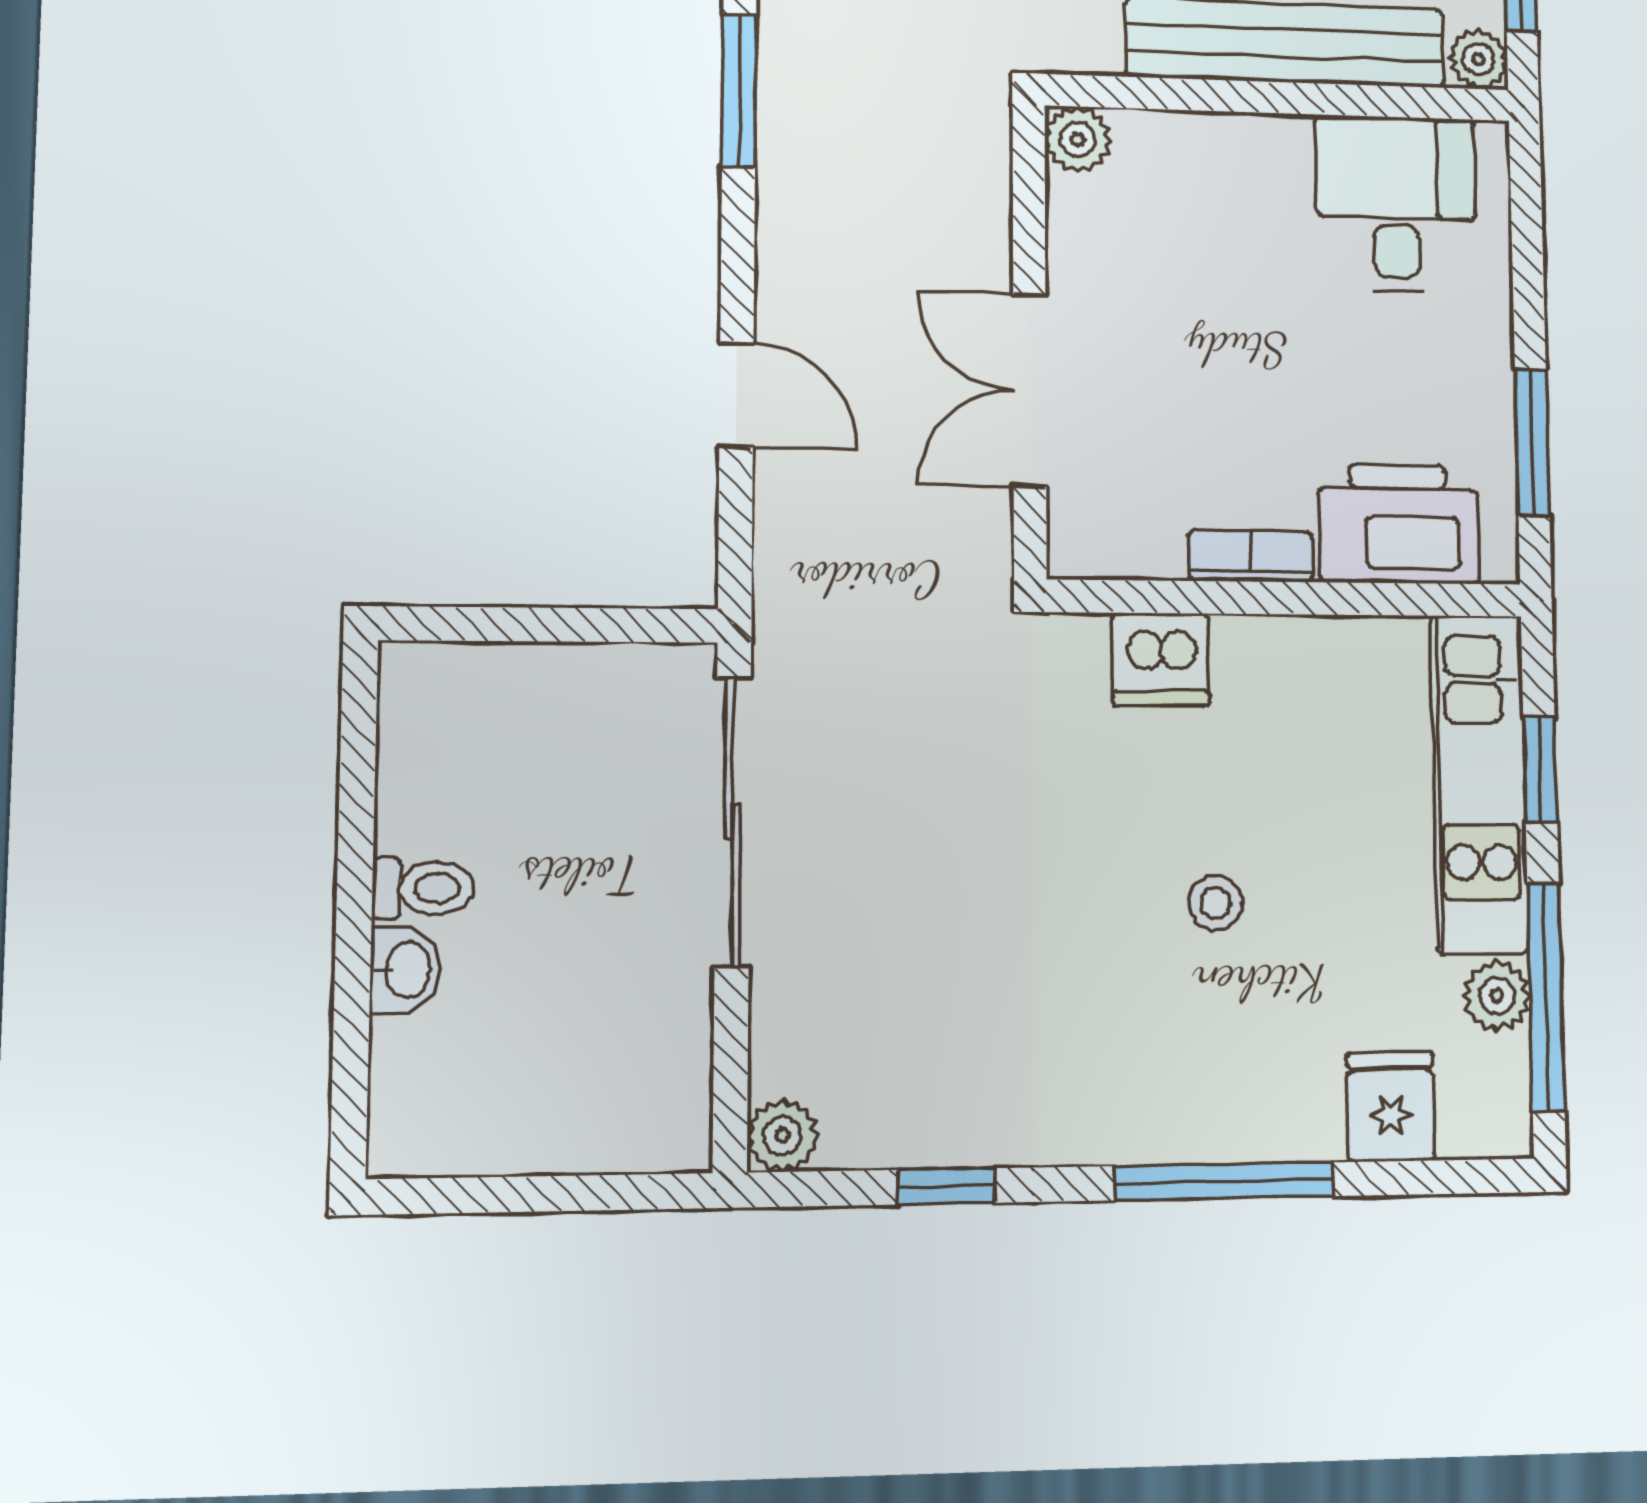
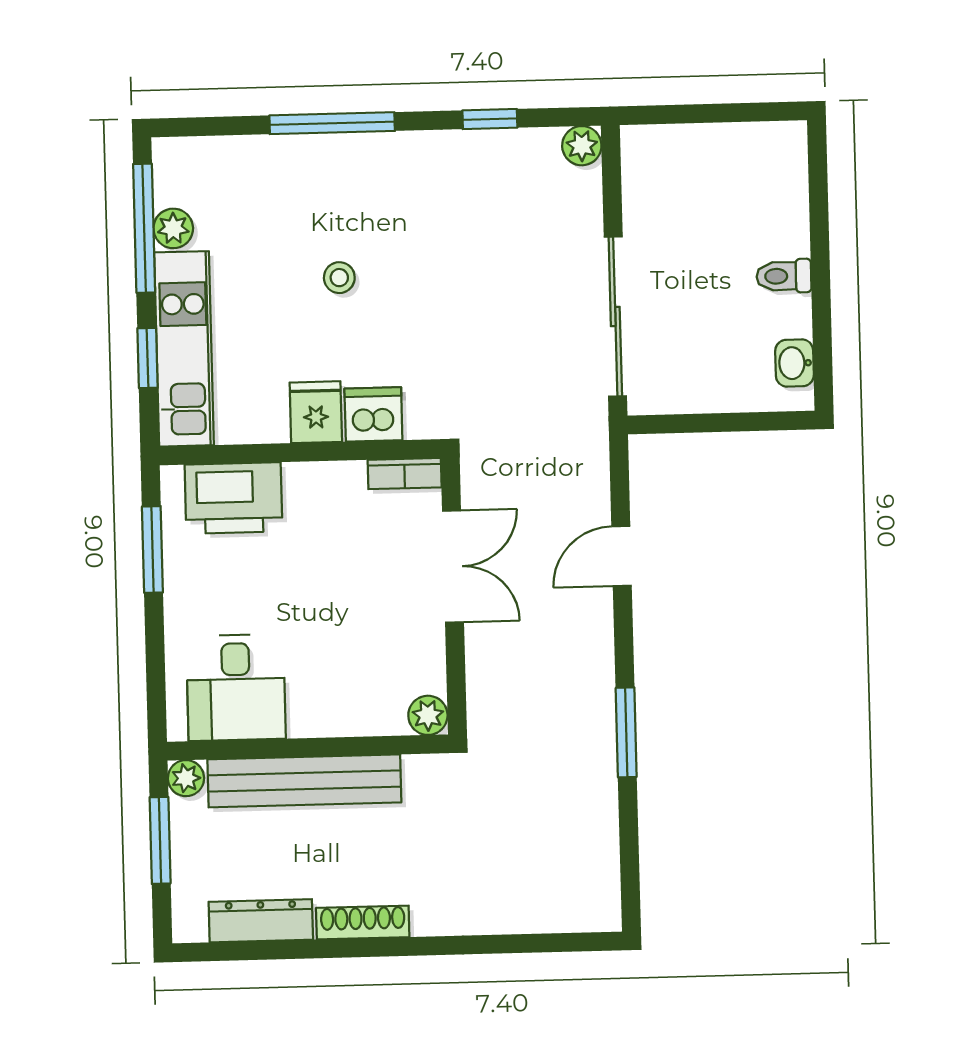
door: (736, 395) -> (622, 556), hinge flipped
bookcase: (1251, 556) -> (405, 474), moved
washbasin: (405, 970) -> (794, 363), moved
fridge: (1391, 1107) -> (316, 412), moved, turned 180

